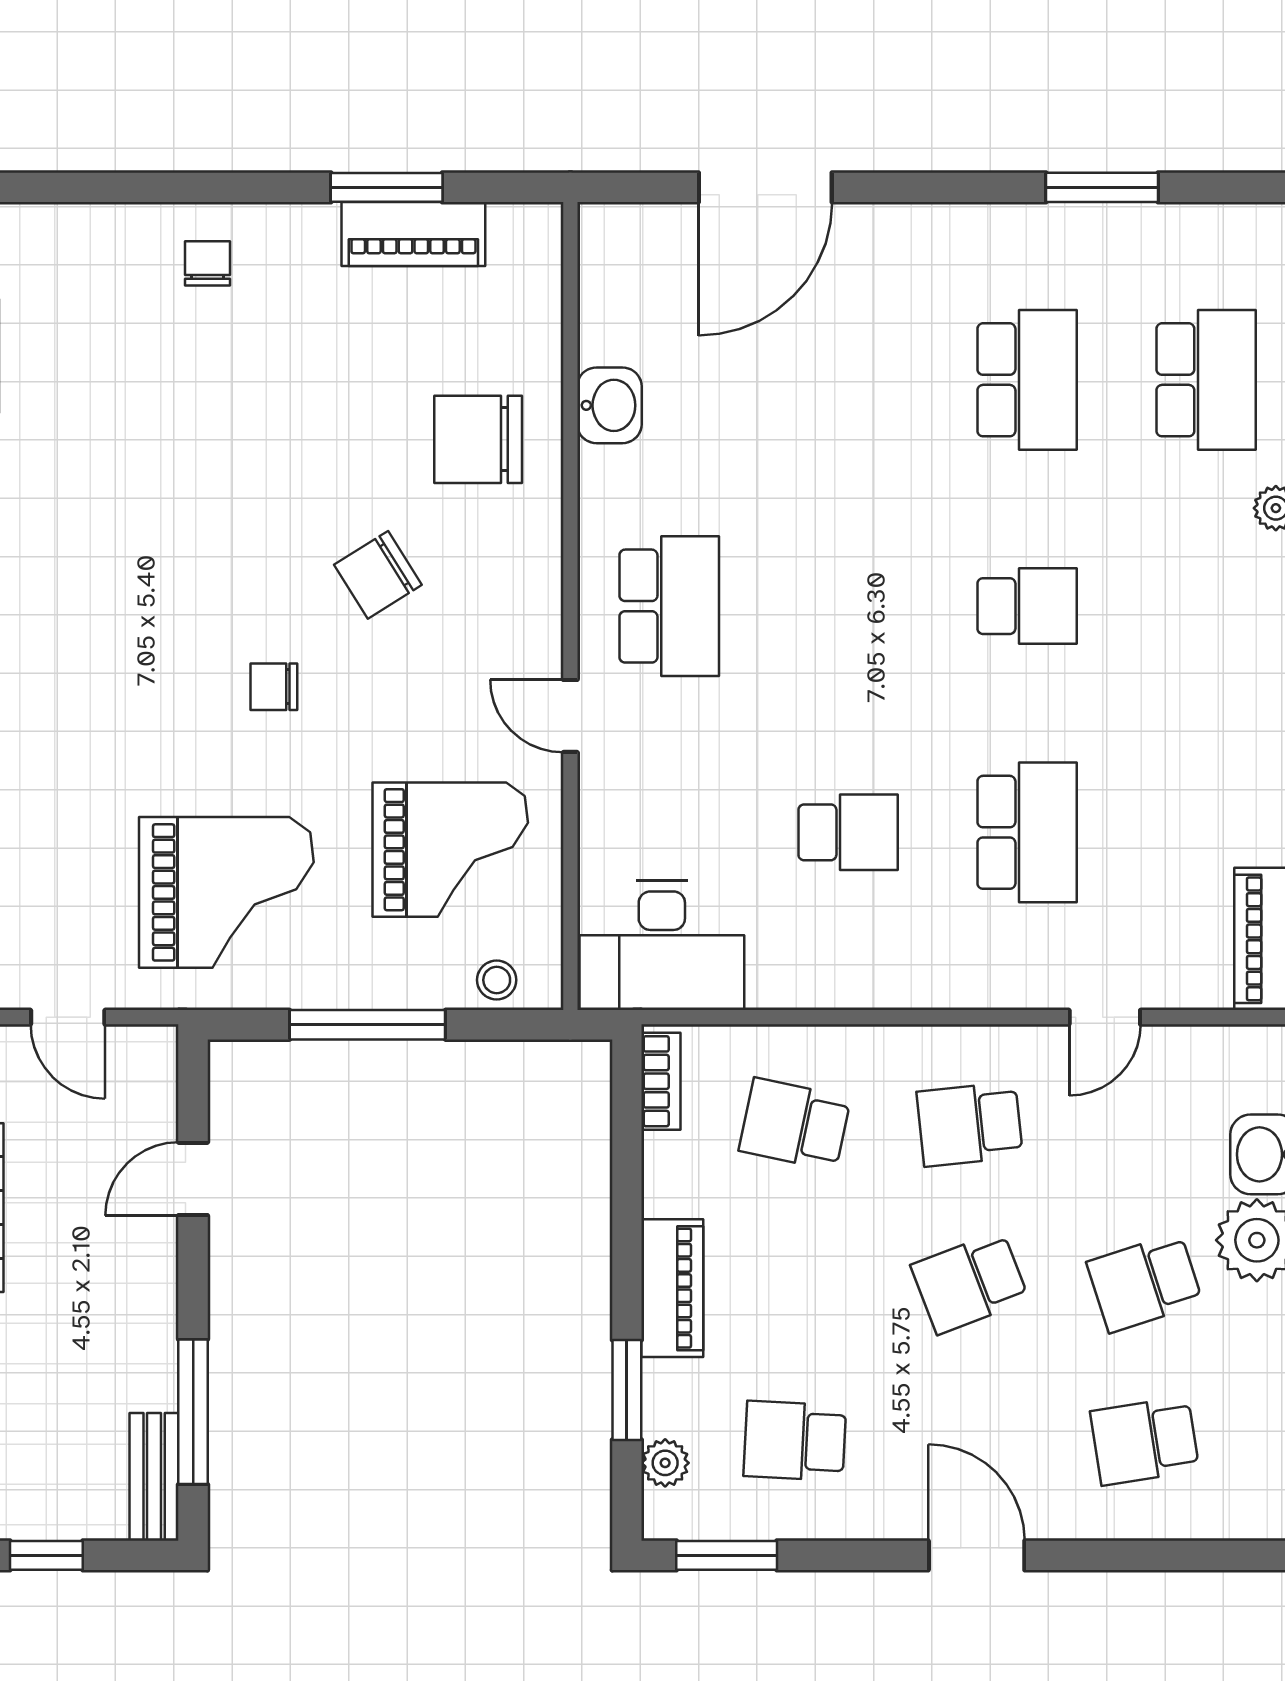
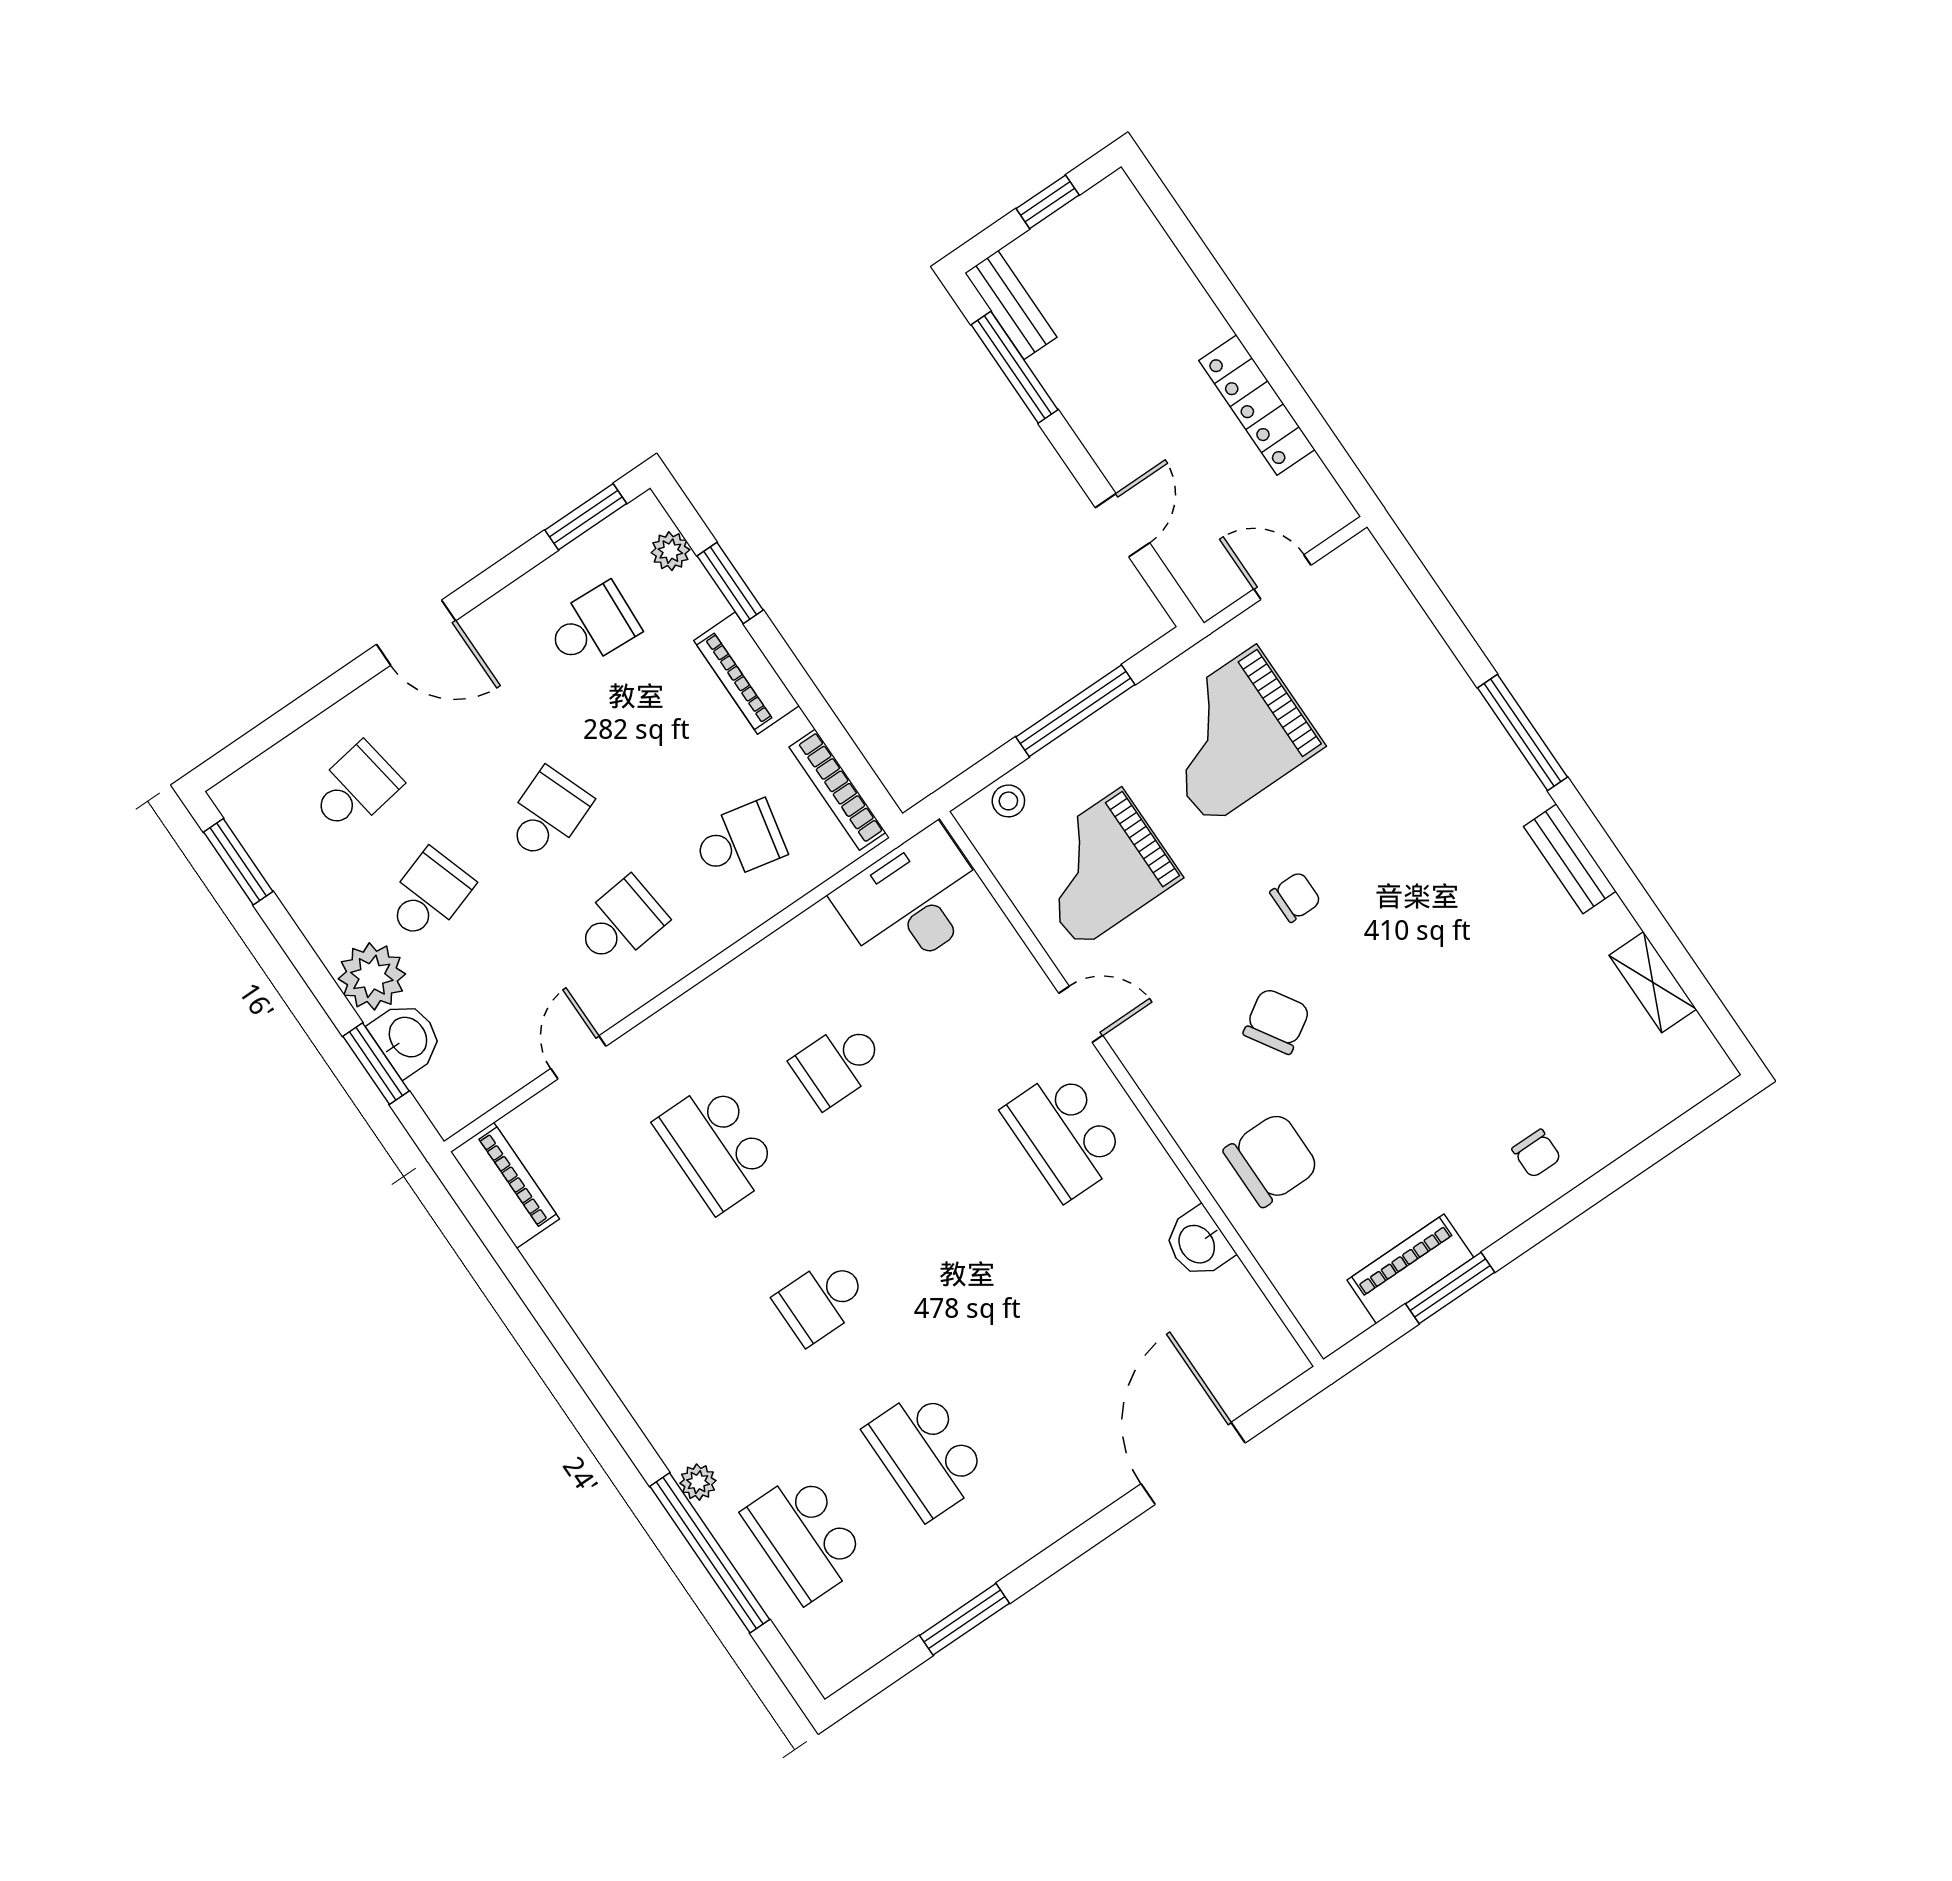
bookcase: (661, 1081) -> (837, 790), width x1.56

